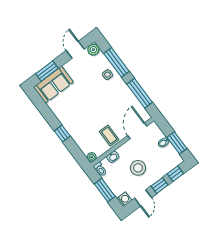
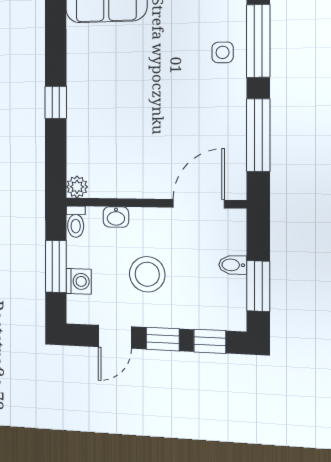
coffee table: (109, 136) -> (139, 172), removed
washing machine: (124, 199) -> (79, 281), moved

